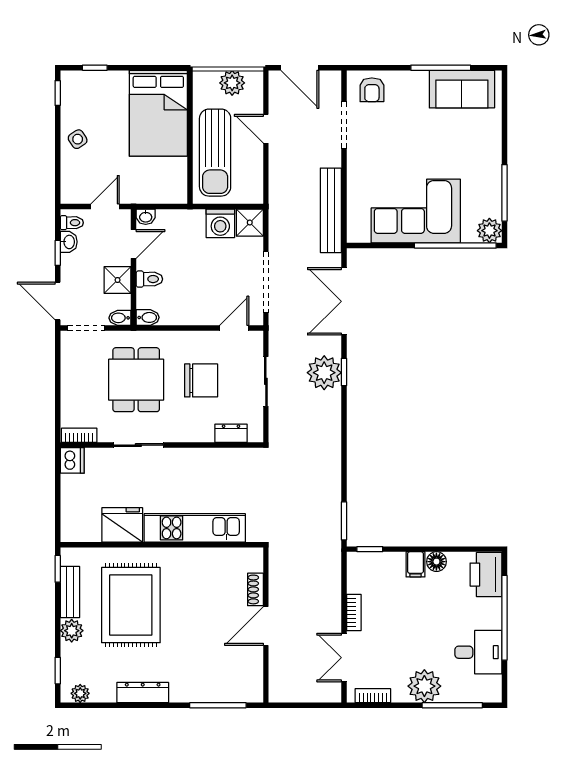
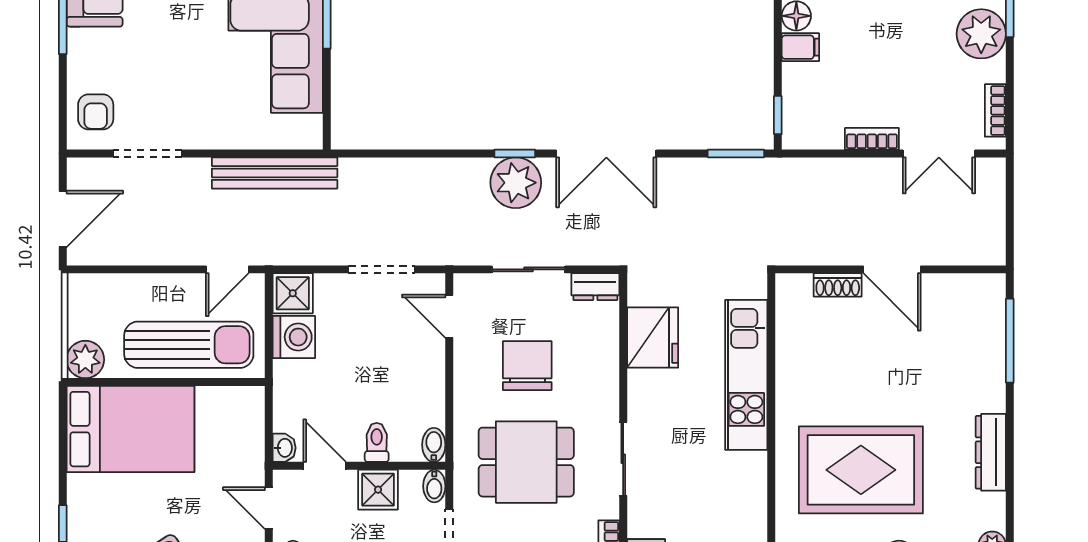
plant: (232, 83) -> (85, 360), moved
armchair: (372, 90) -> (96, 112), turned 90
door: (266, 129) -> (227, 269), moved
doorway: (266, 282) -> (382, 269), width x0.73
double door: (344, 301) -> (606, 153), moved
dresser: (231, 433) -> (595, 287), moved, turned -90
fridge: (122, 525) -> (653, 337), moved, turned 180

